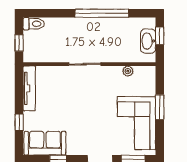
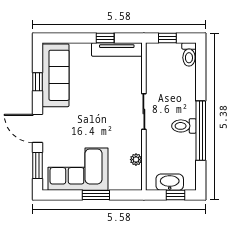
toilet: (98, 28) -> (184, 126), added
window: (19, 122) -> (105, 38), moved
sofa: (45, 143) -> (56, 75), width x1.36

